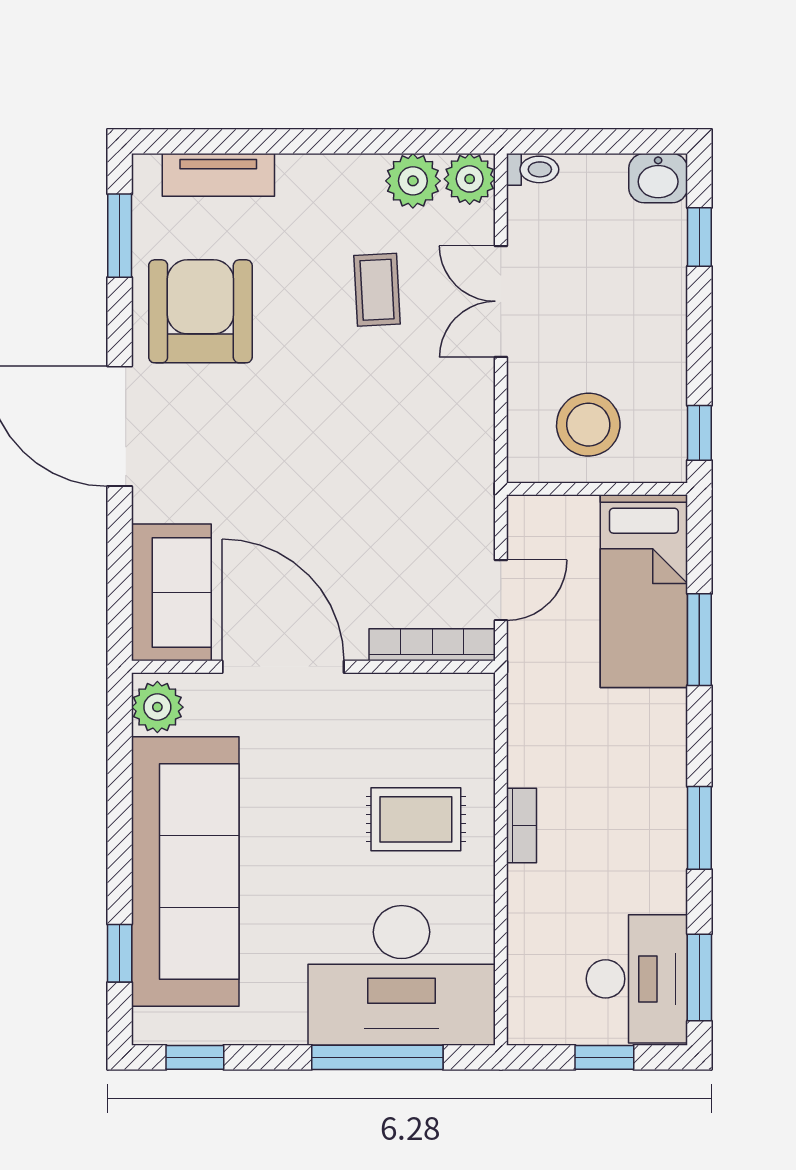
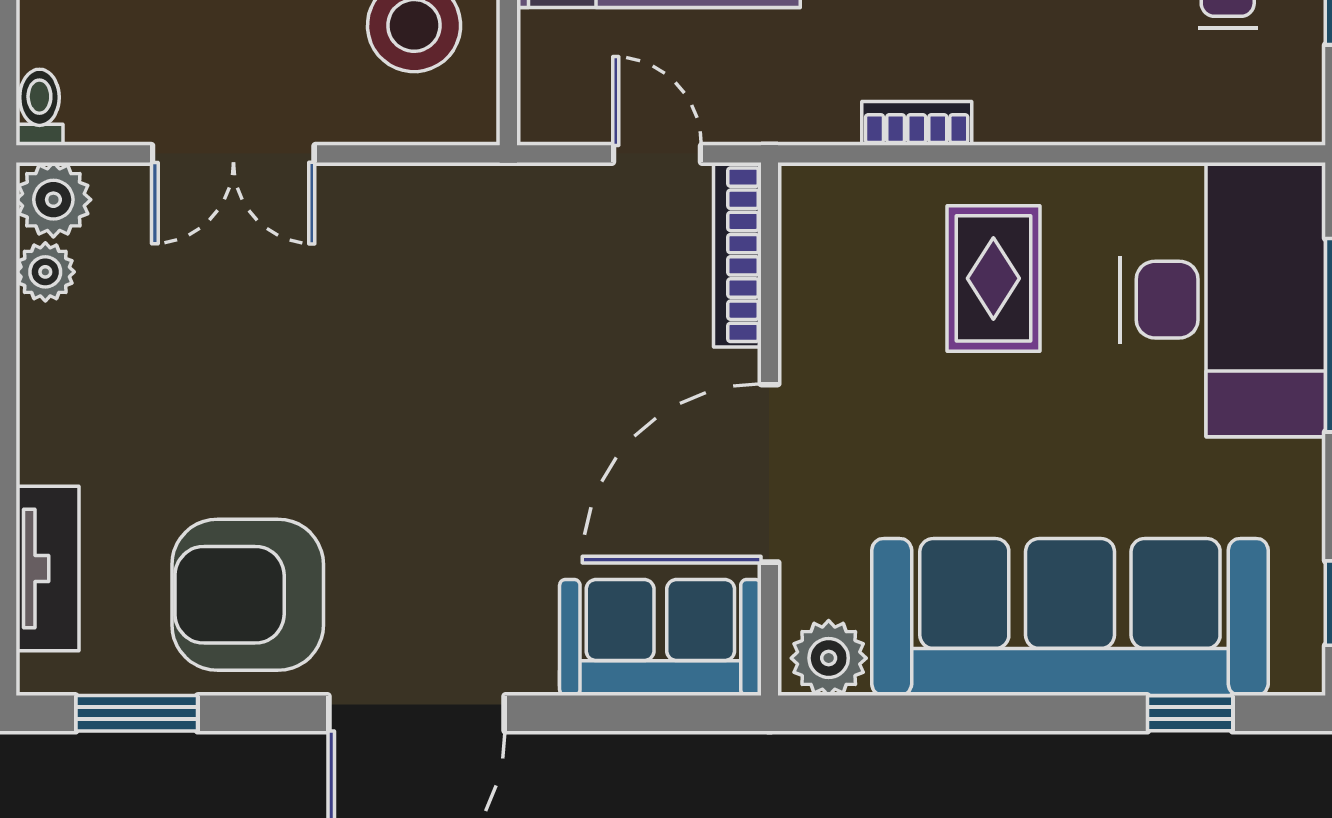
plant: (413, 181) -> (45, 272), width x0.73, depth x0.73
coffee table: (377, 290) -> (216, 335), removed
bookcase: (522, 825) -> (917, 123), moved

